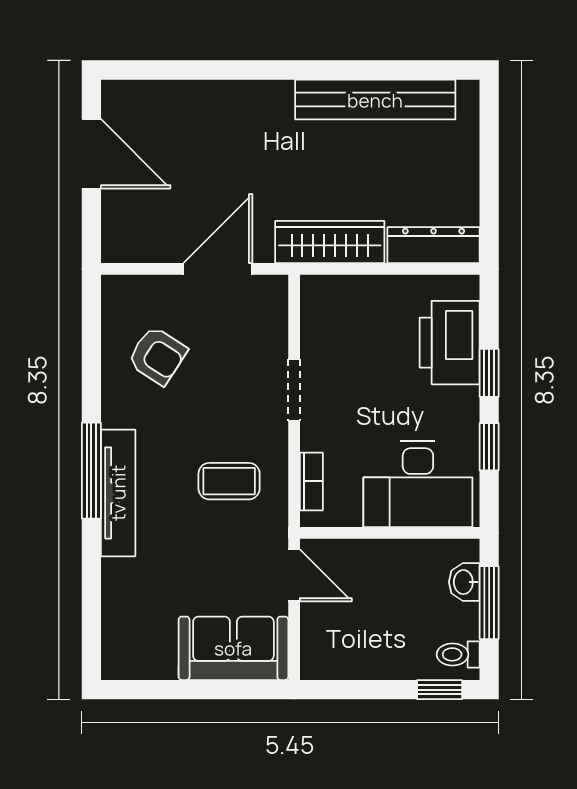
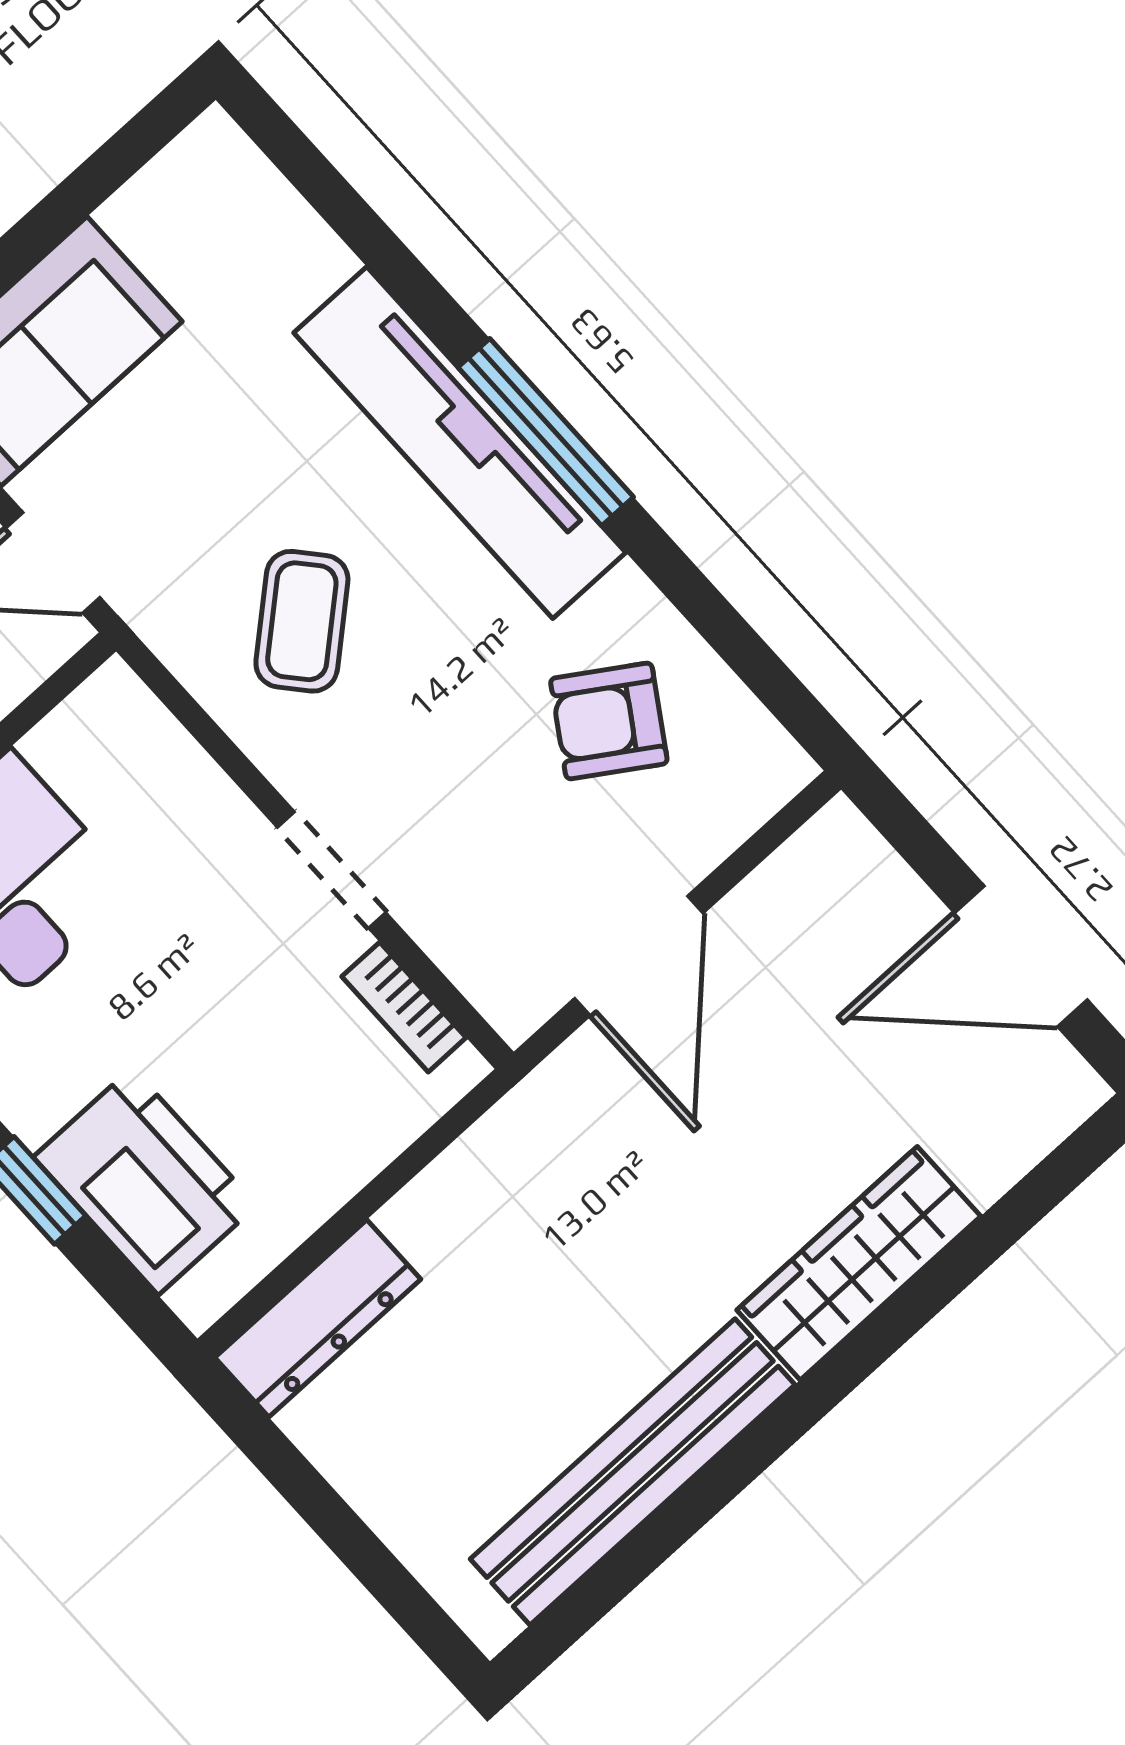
wardrobe: (330, 242) -> (859, 1263), moved, turned 180
coffee table: (229, 481) -> (302, 621), turned -41
bookcase: (311, 481) -> (404, 1007), moved
tv unit: (118, 493) -> (460, 443), width x1.36, depth x1.29

